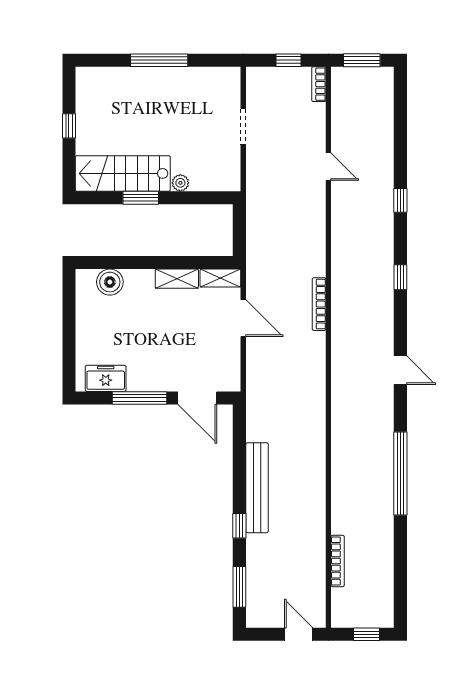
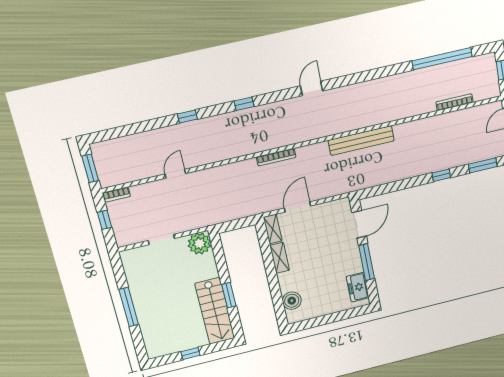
plant: (180, 183) -> (199, 244), moved, width x1.88, depth x1.88
window: (400, 473) -> (442, 59), moved
bench: (257, 488) -> (361, 141), moved

